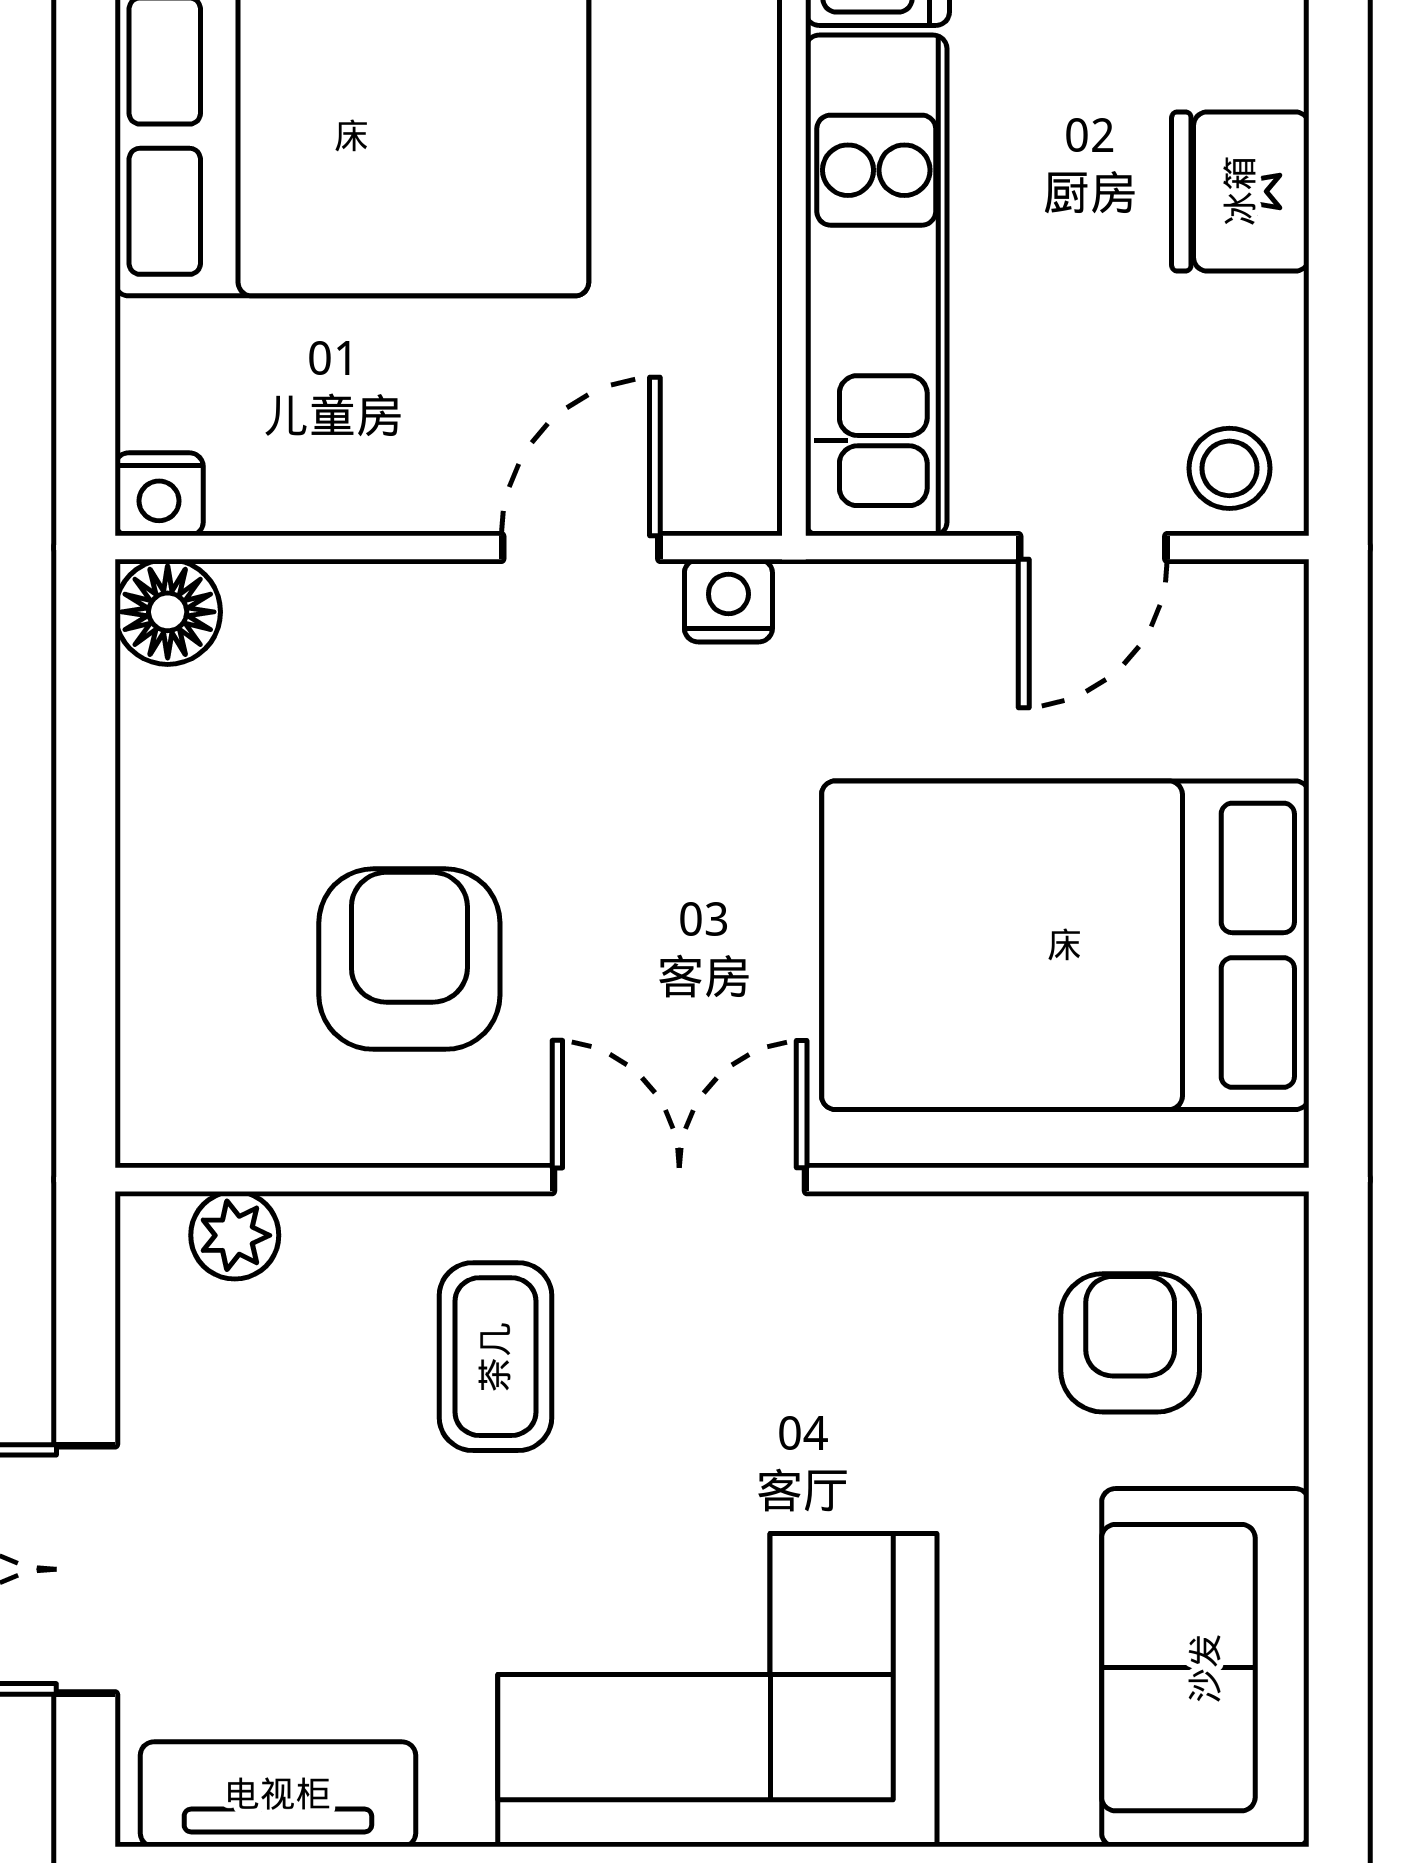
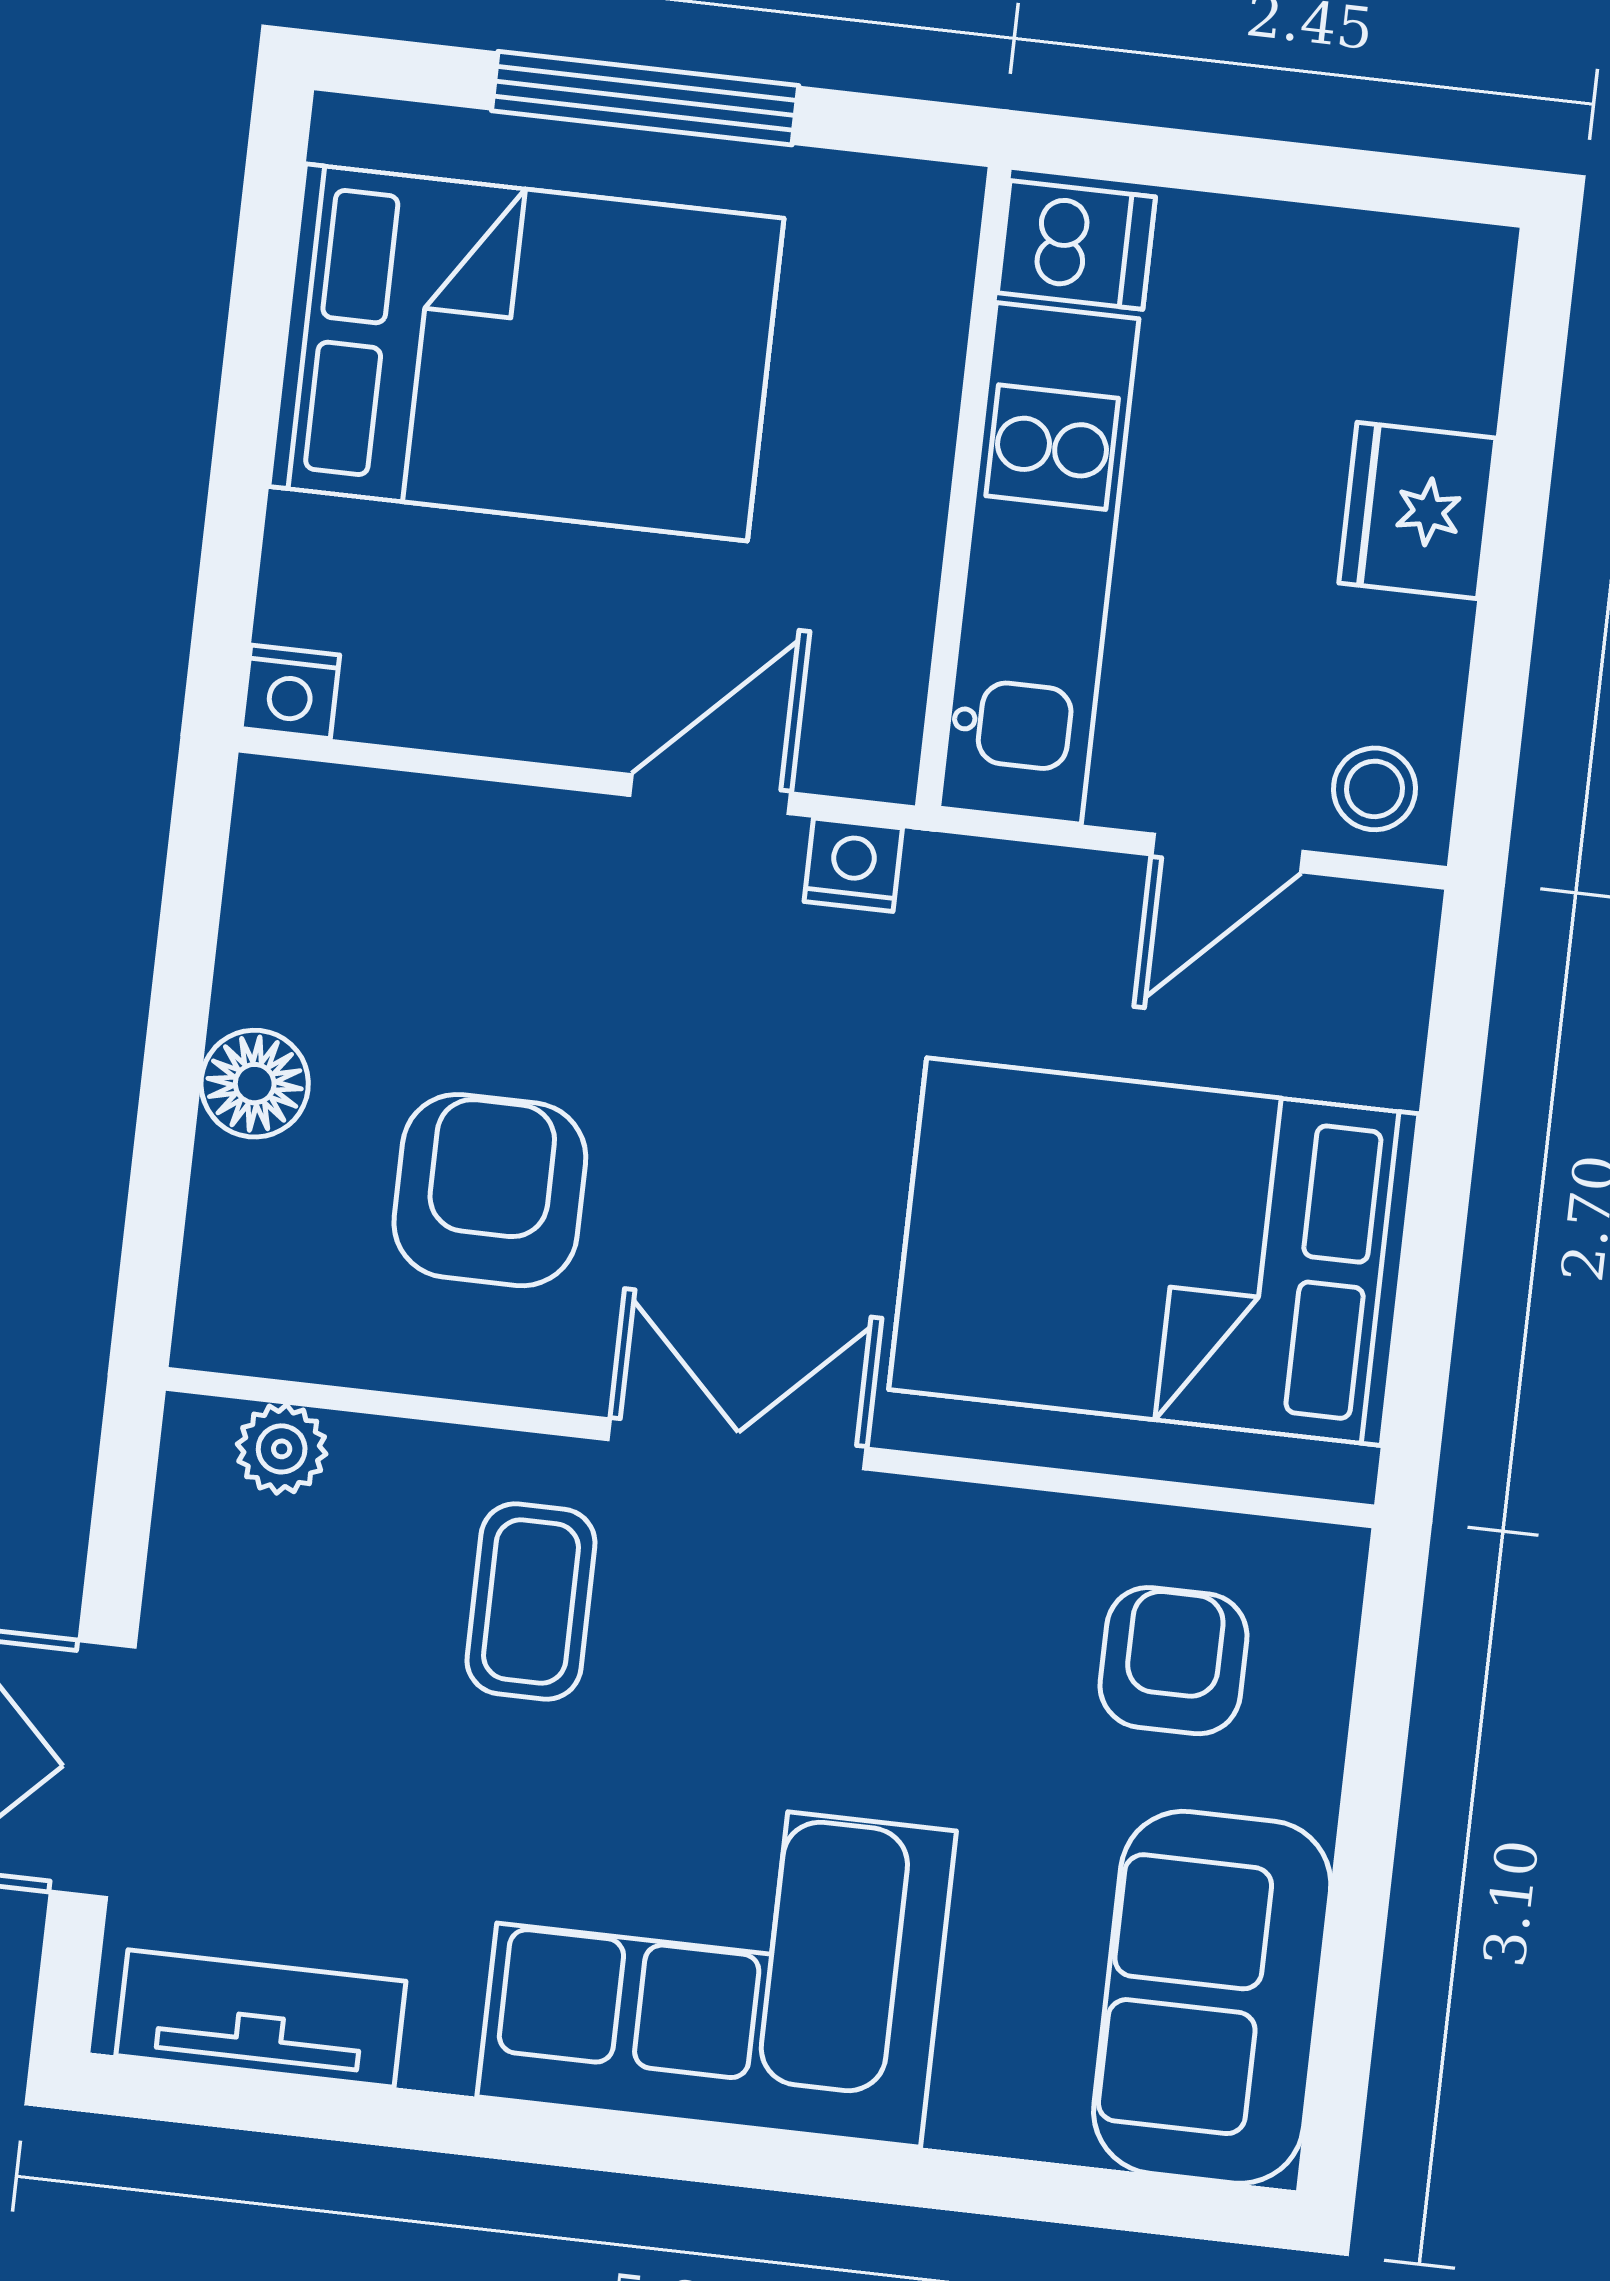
floor lamp: (168, 612) -> (255, 1084), moved

